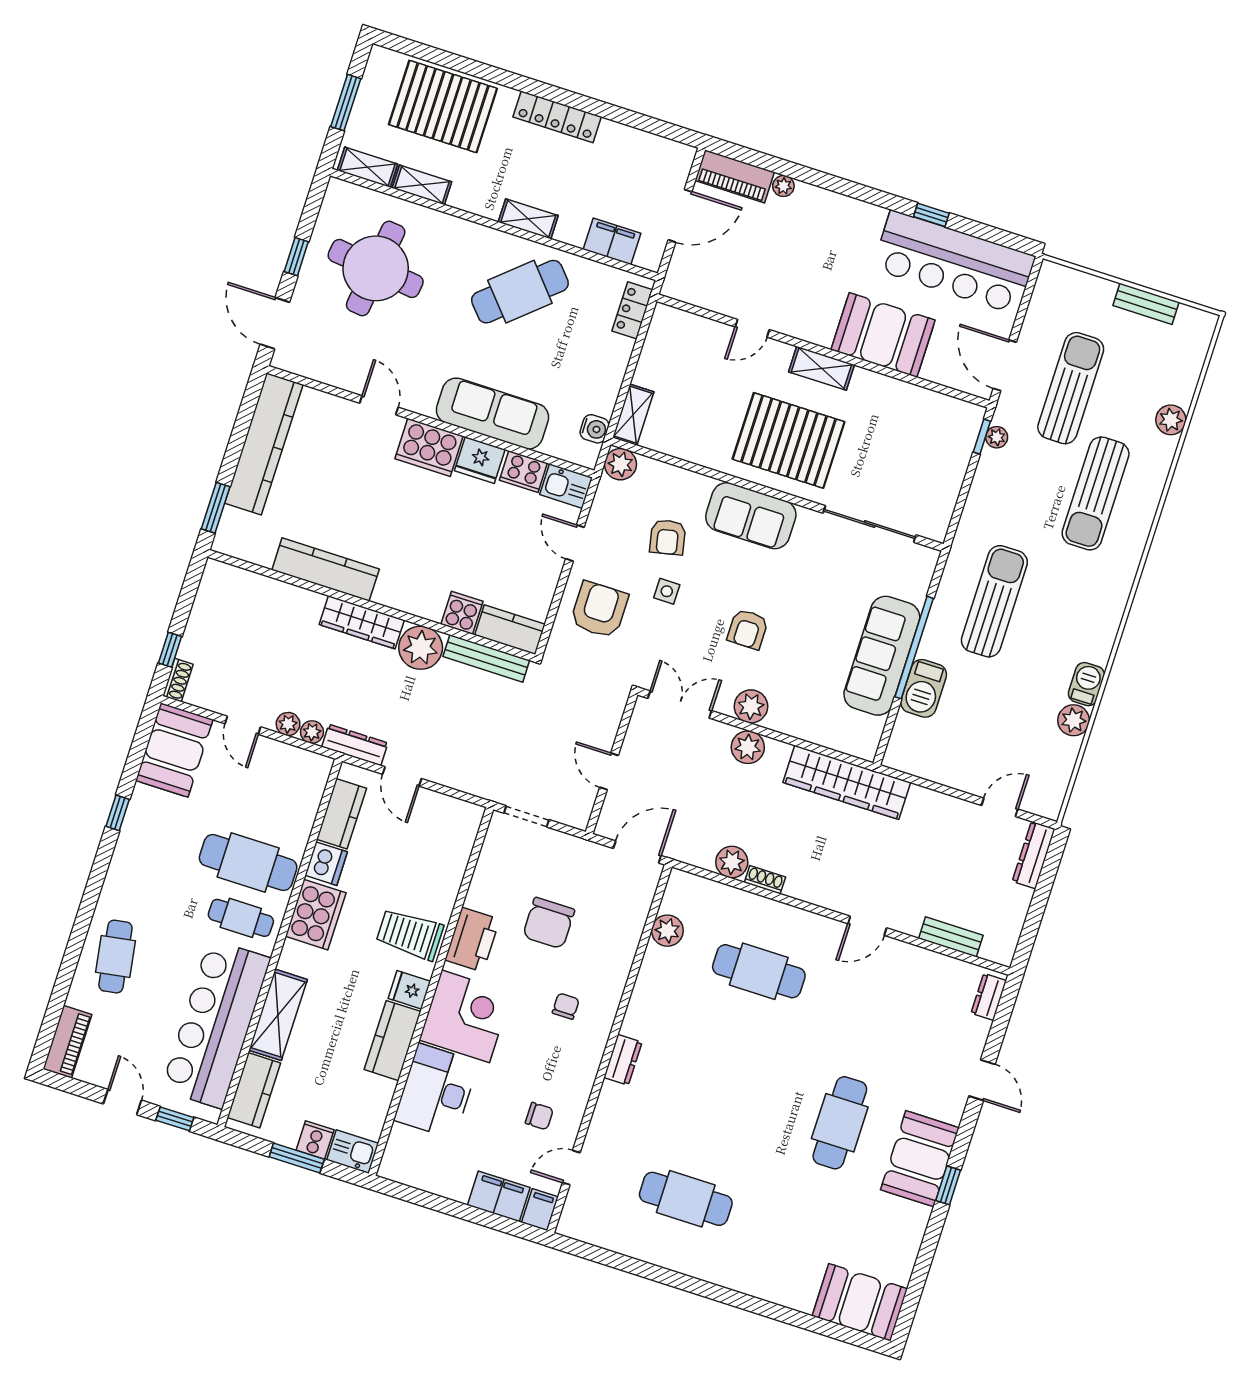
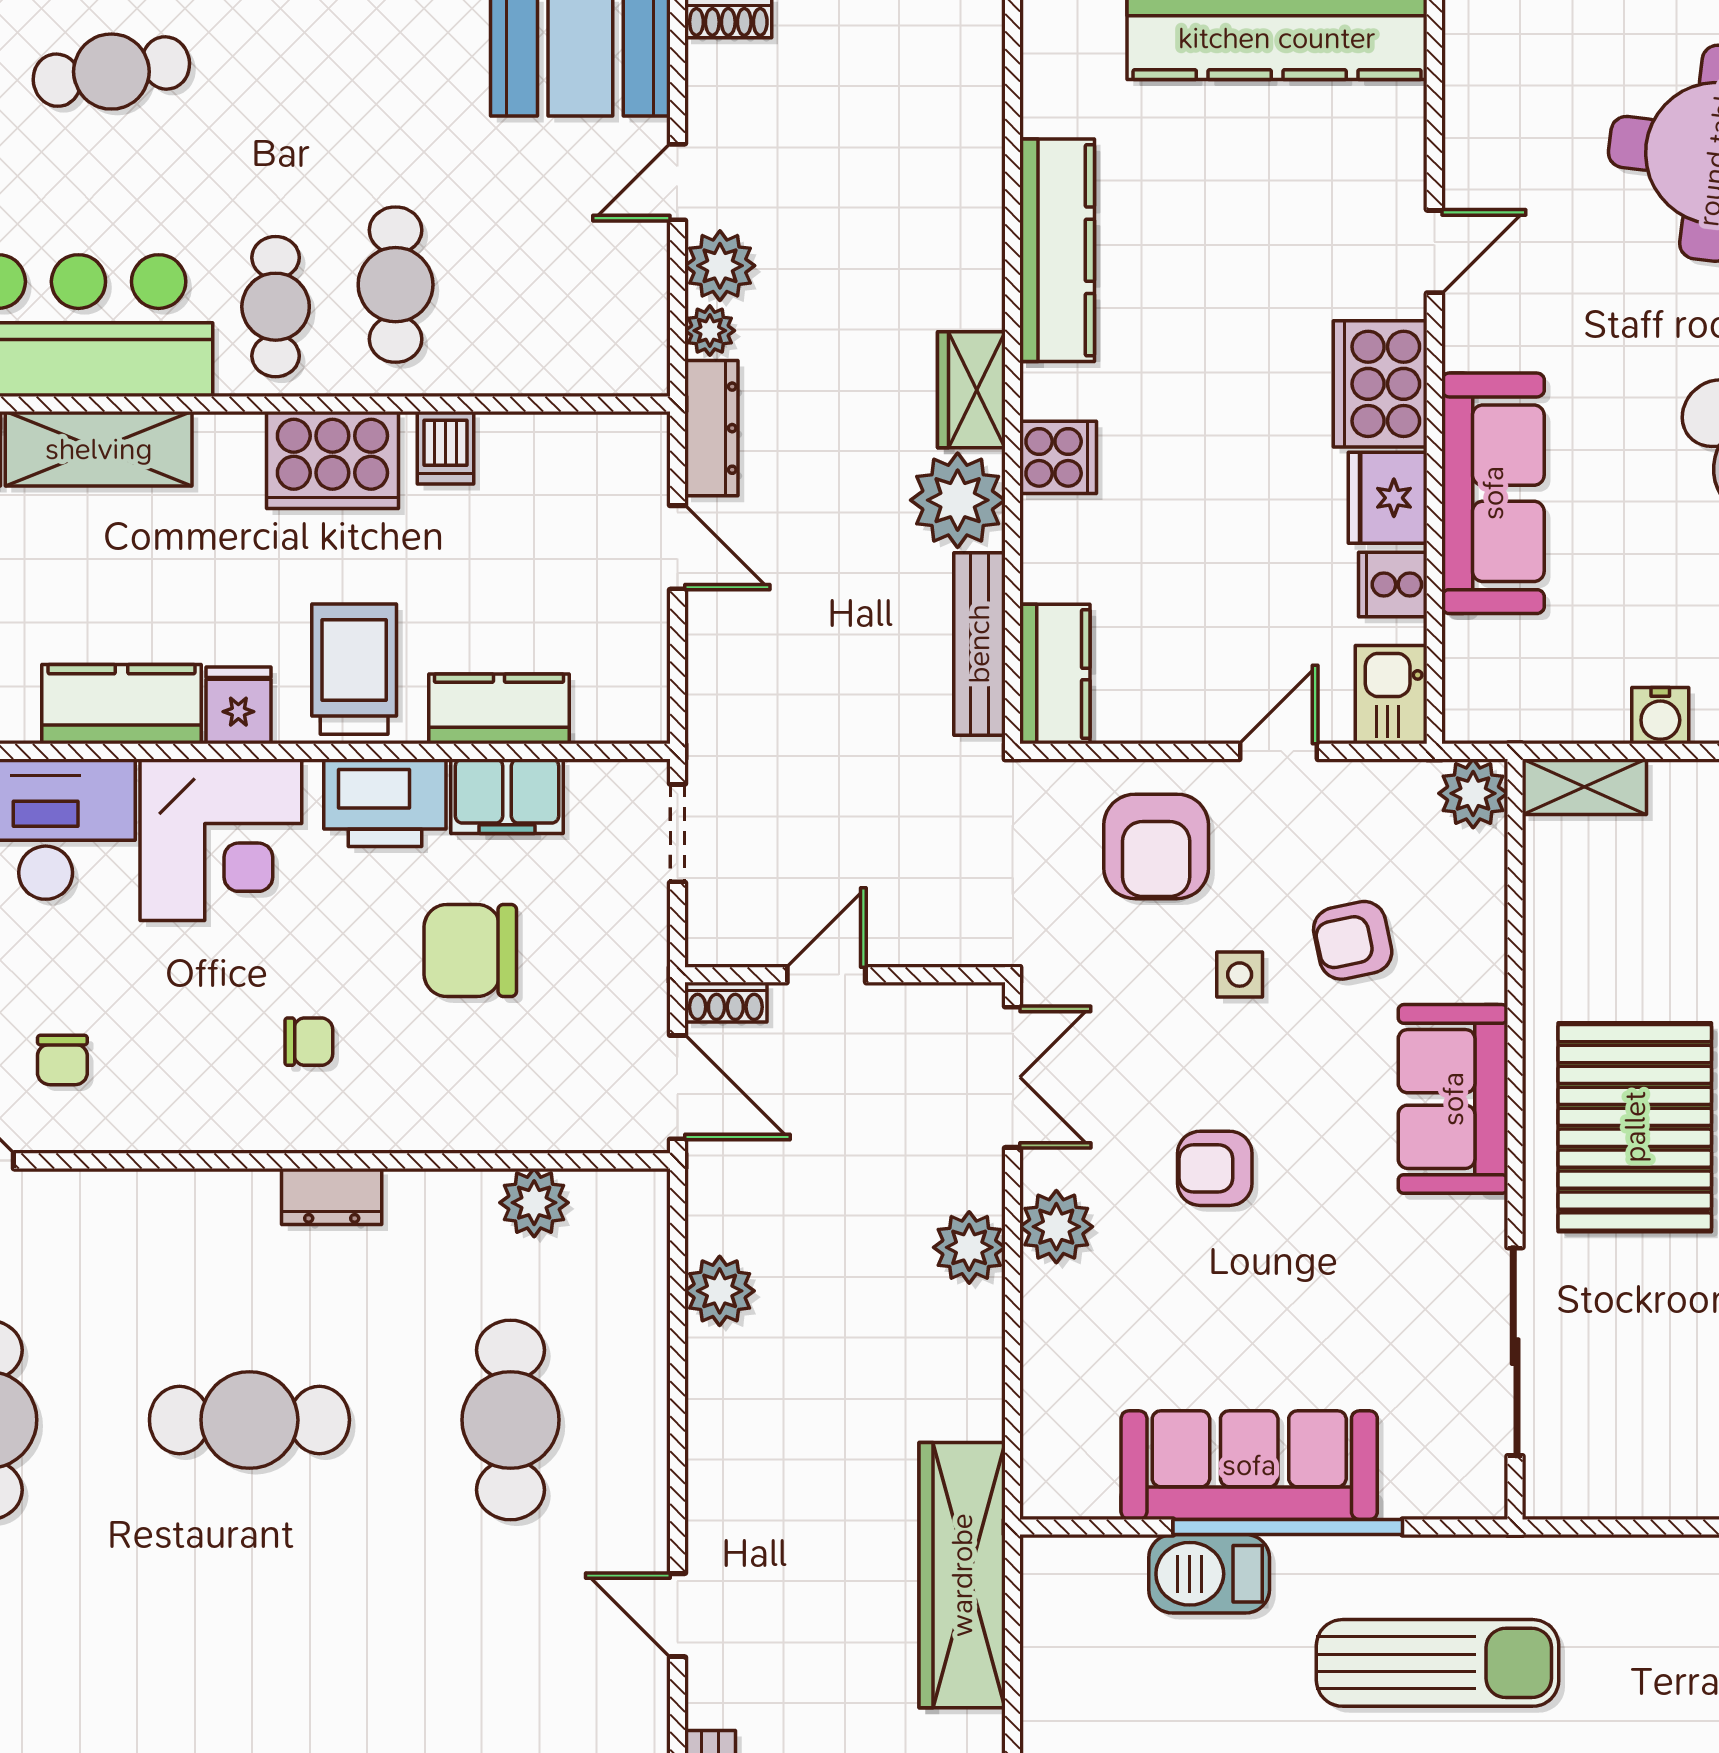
water cooler: (594, 429) -> (1660, 716), moved
cooker: (523, 472) -> (1393, 585), width x0.73
armchair: (599, 610) -> (1156, 846), turned 90
cooker: (462, 613) -> (1058, 457), moved
wardrobe: (362, 622) -> (971, 390), width x0.67
plant: (288, 724) -> (720, 266), width x1.38, depth x1.38
door: (402, 776) -> (677, 547), swing flipped
wardrobe: (847, 782) -> (962, 1575), moved
kitchen counter: (341, 814) -> (499, 709), moved, turned 180
cafe table: (248, 863) -> (396, 285), width x0.73, depth x0.74
dishwasher: (326, 864) -> (446, 448), width x0.73
shoe rack: (765, 880) -> (726, 1002), moved, turned 90
filing cabinet: (487, 886) -> (507, 796), added
dresser: (623, 1060) -> (332, 1196), moved
cafe table: (840, 1123) -> (249, 1420), moved

